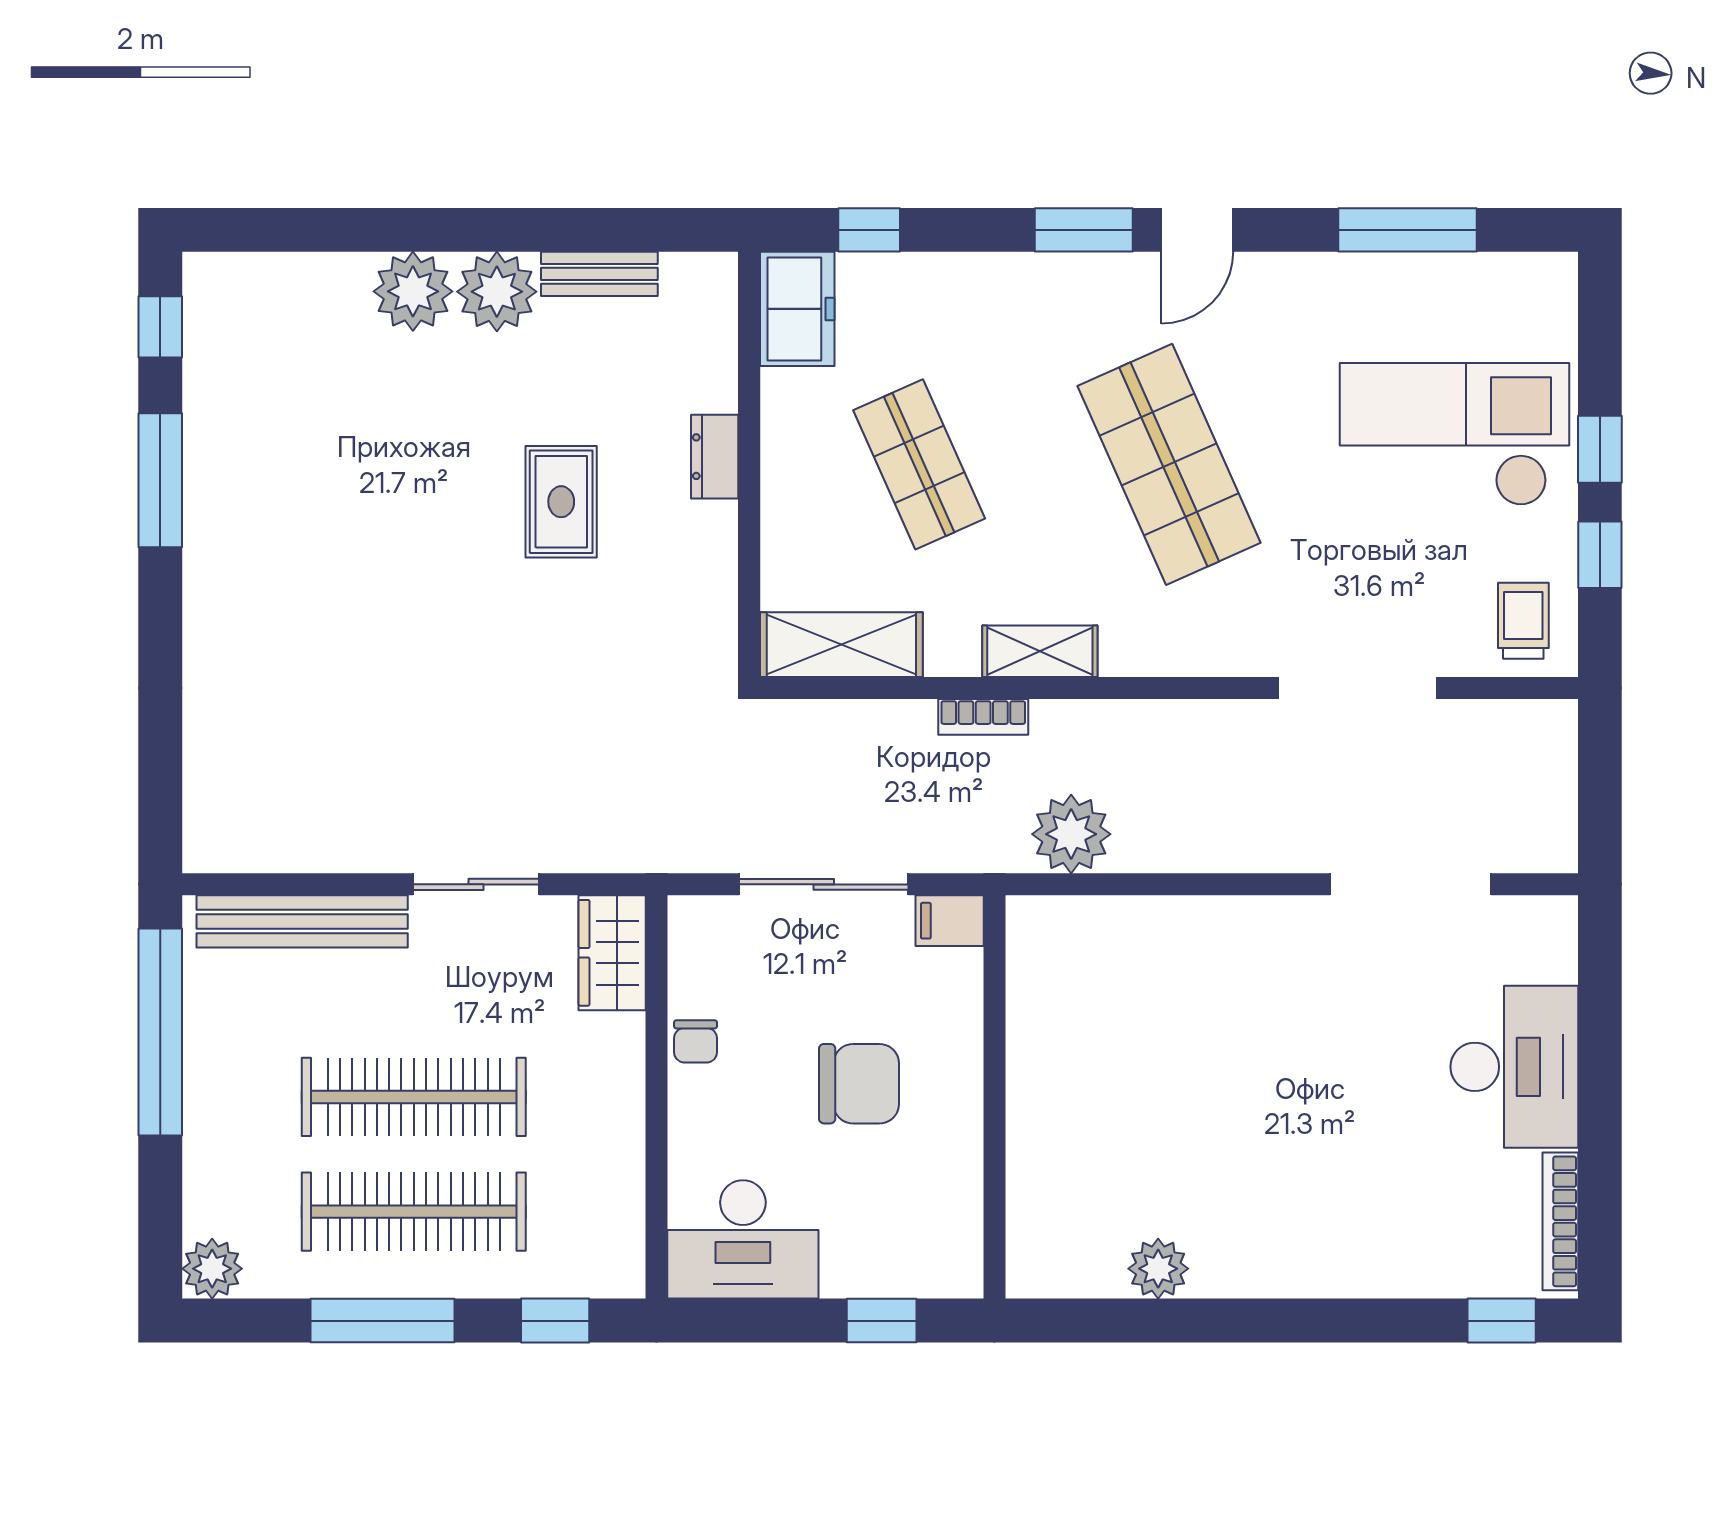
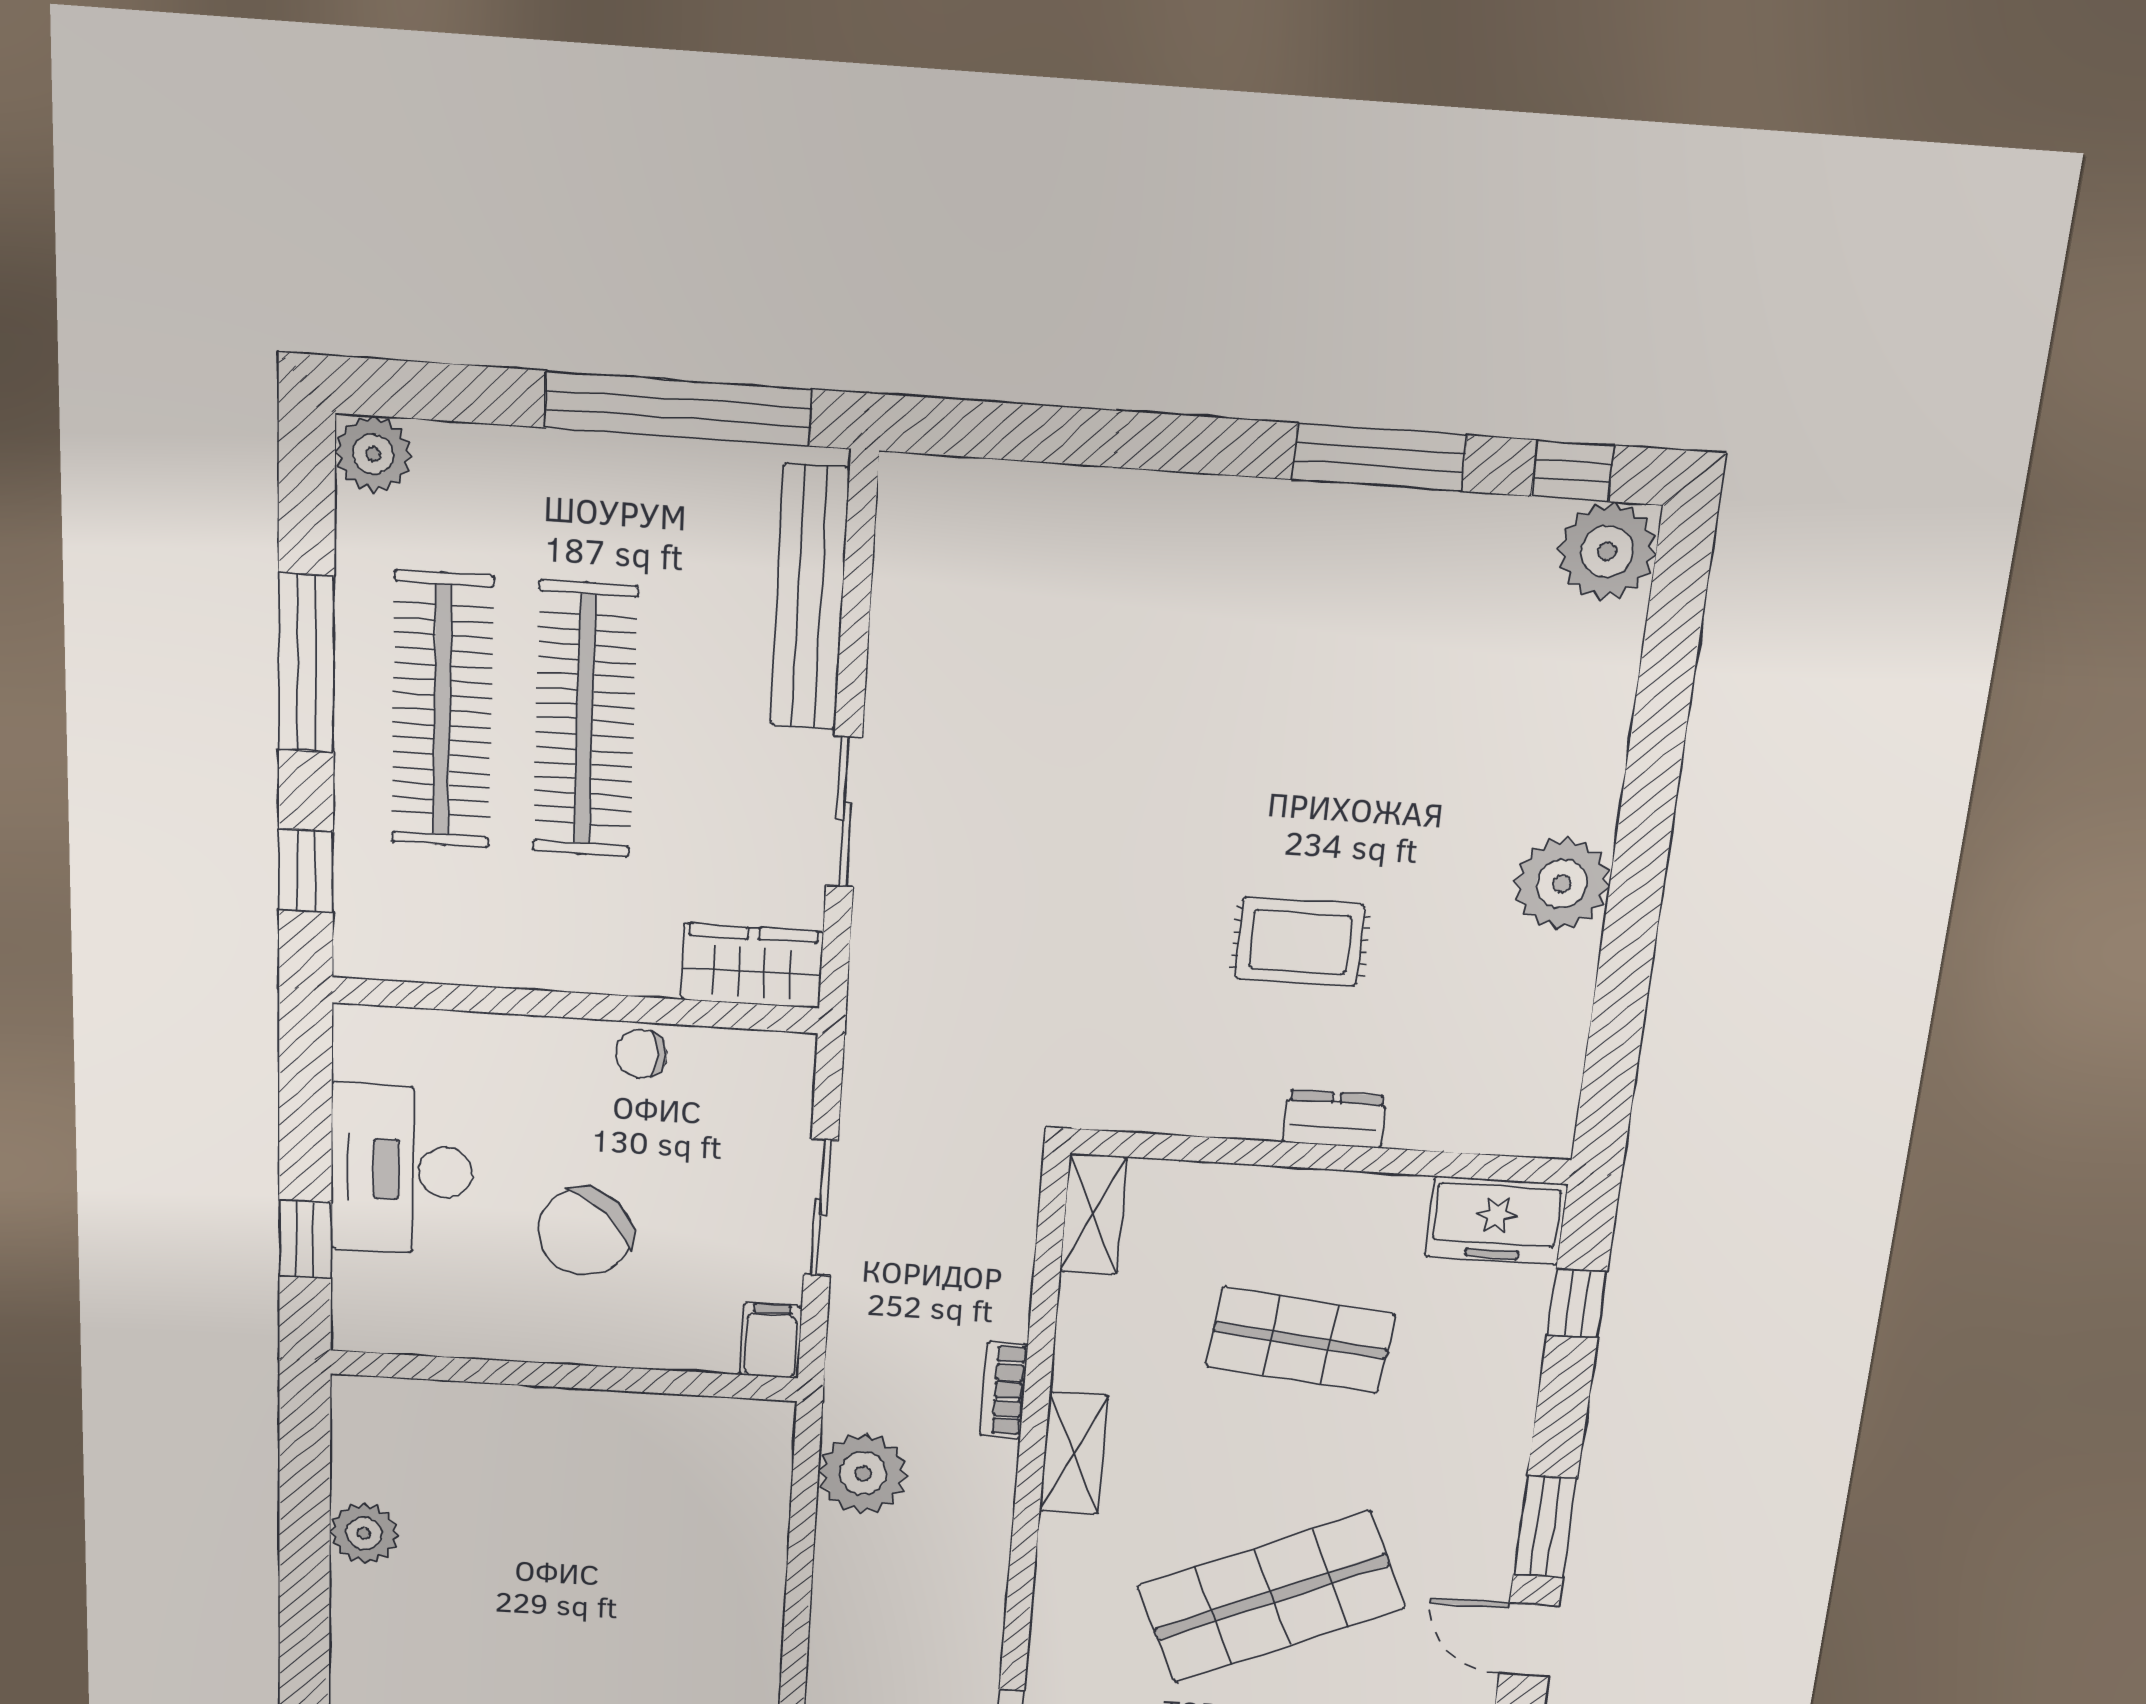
bench: (599, 274) -> (1567, 1003), removed
plant: (413, 291) -> (1607, 551), moved
shop shelf: (919, 464) -> (1300, 1340), turned 30
shelving: (841, 645) -> (1093, 1214), width x0.67, depth x0.75
sliding door: (824, 884) -> (821, 1208), width x0.73
chair: (859, 1084) -> (585, 1232), turned 44
desk: (743, 1239) -> (402, 1170), moved

